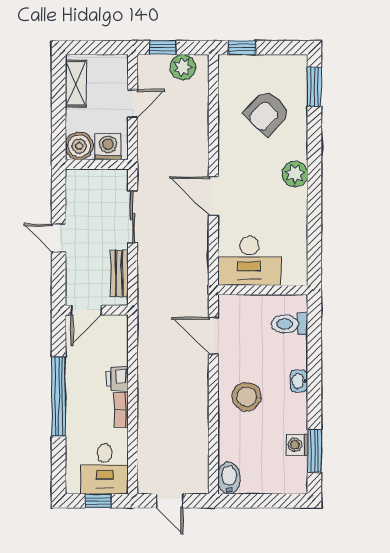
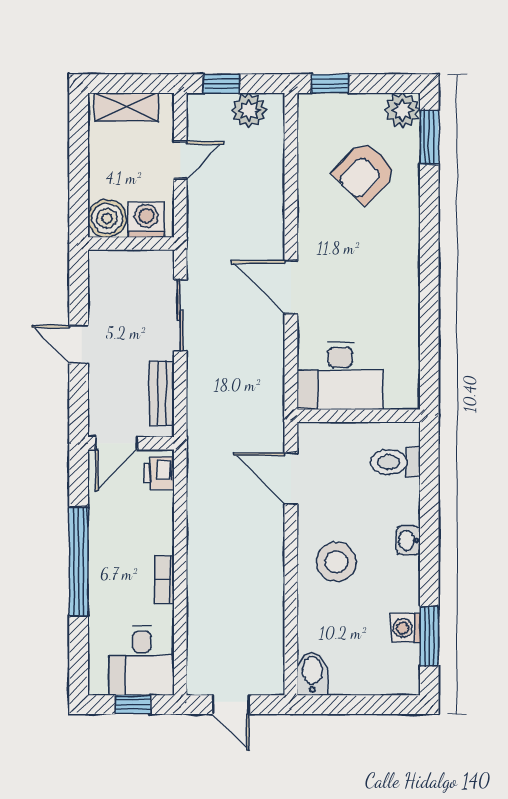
shelving: (76, 84) -> (126, 107), moved, turned 90
plant: (295, 174) -> (402, 110), moved
printer: (117, 379) -> (159, 473), moved

